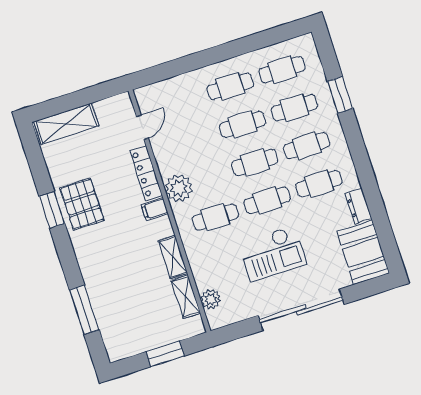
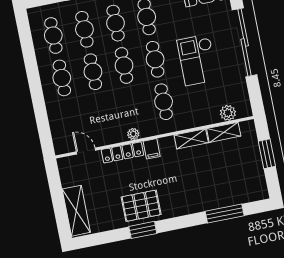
plant: (179, 188) -> (133, 134), width x0.53, depth x0.53
checkout: (273, 253) -> (197, 60), turned 180

